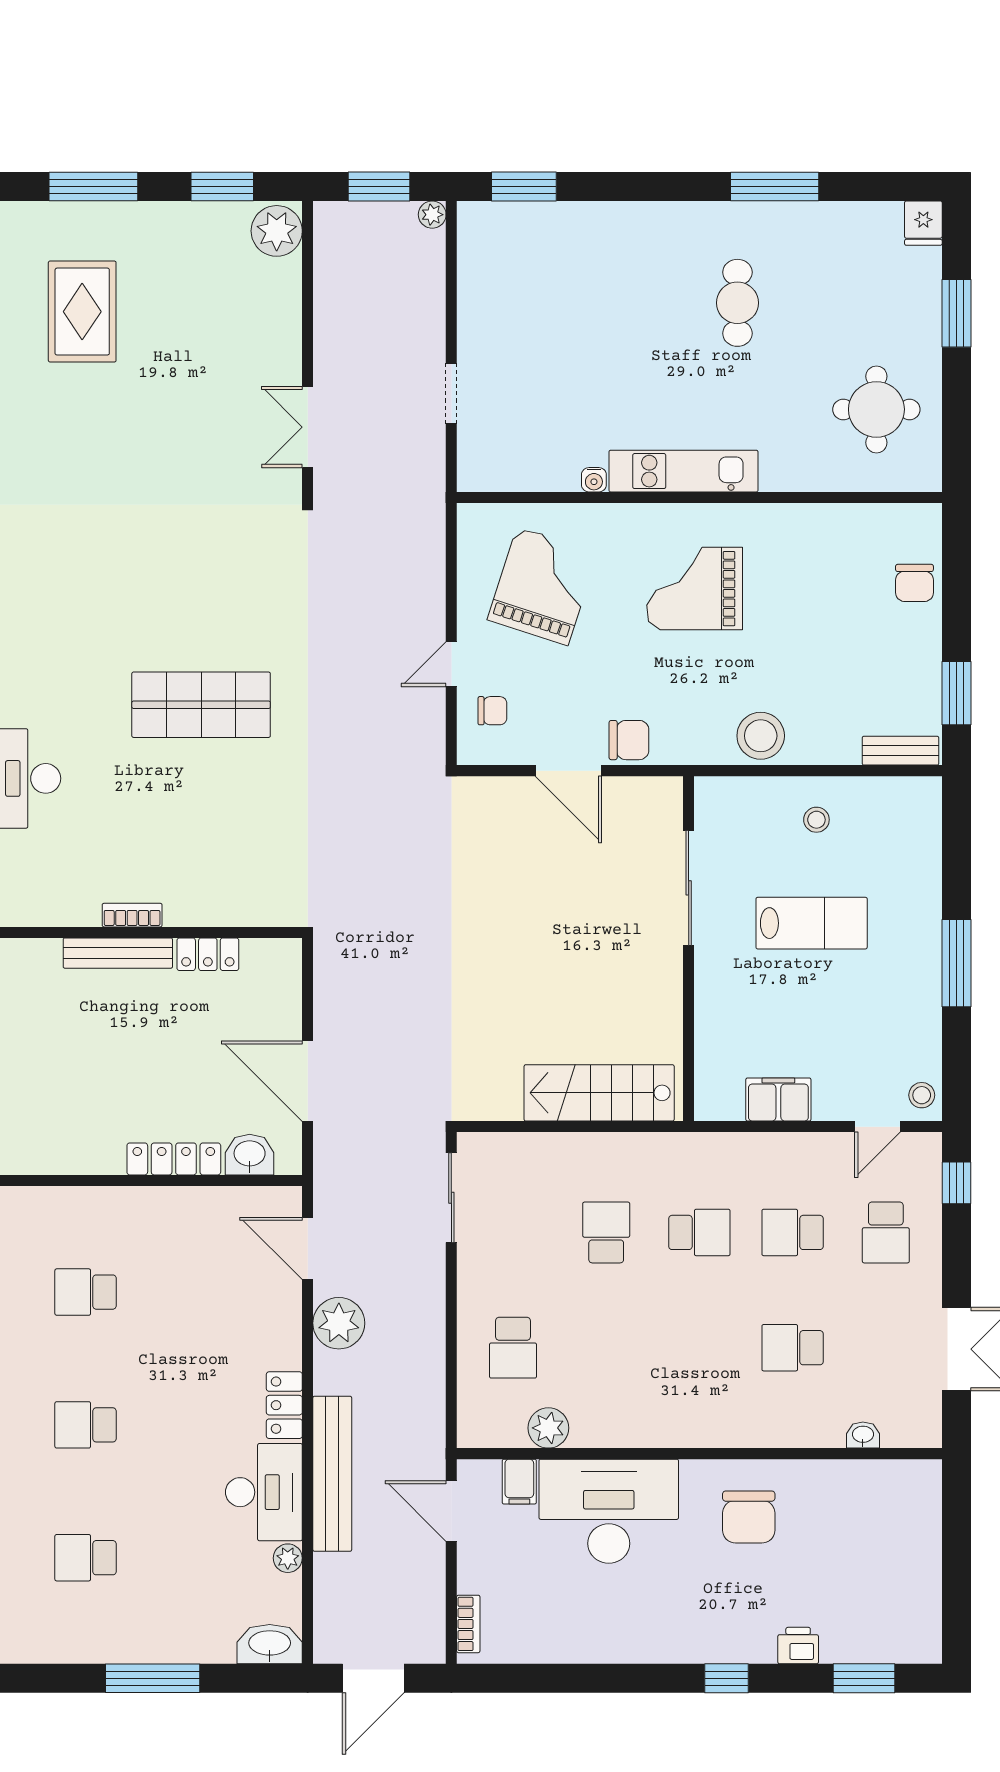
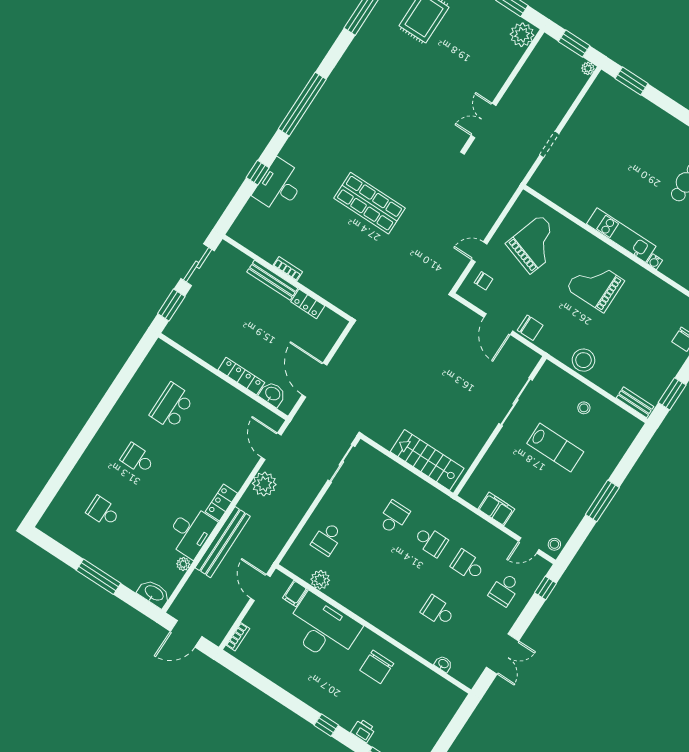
water cooler: (594, 480) -> (655, 262), moved
school desk: (86, 1292) -> (172, 406), width x1.85

